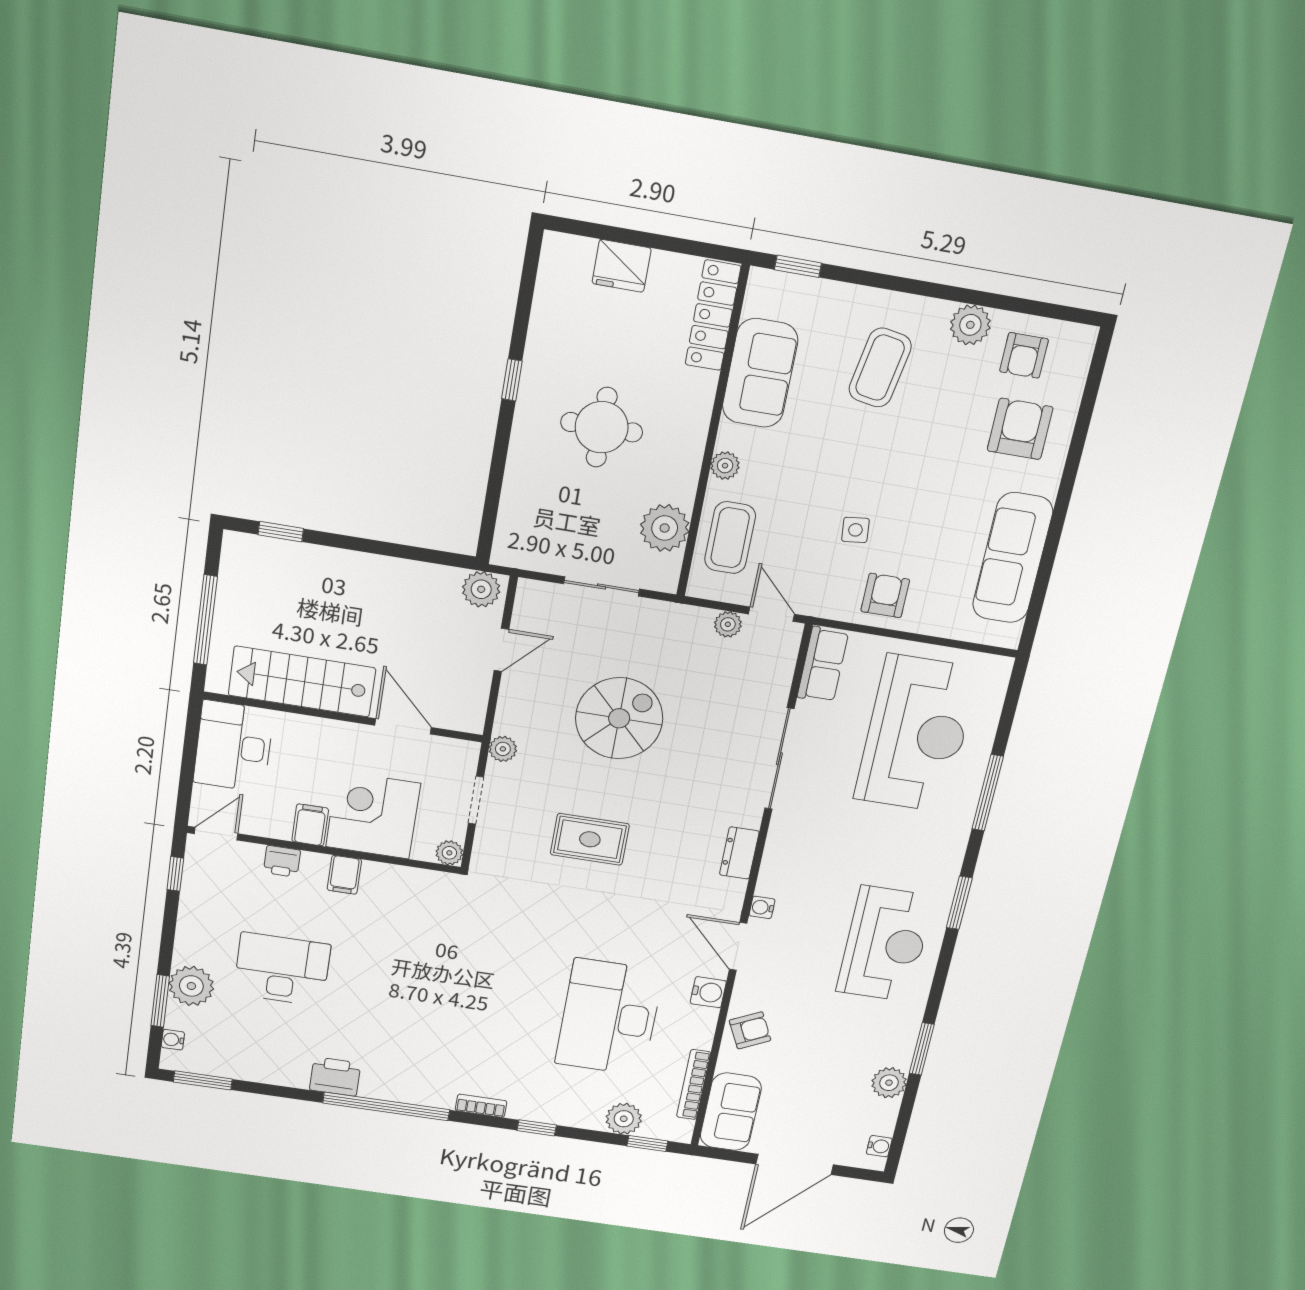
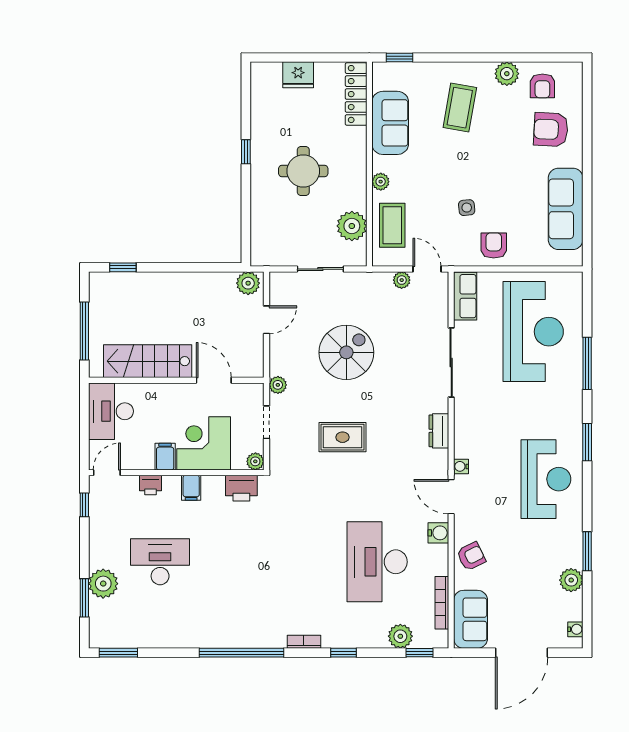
armchair: (1020, 429) -> (551, 130), turned -87
water cooler: (173, 1040) -> (96, 625), removed
printer: (335, 1077) -> (241, 488), moved, turned 180

